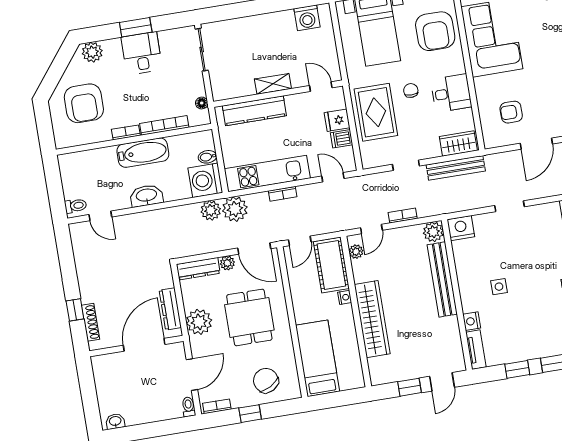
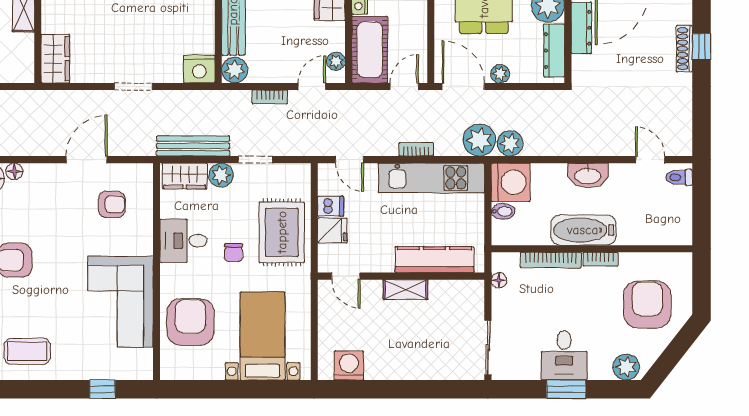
plant: (430, 149) -> (221, 175), added
dresser: (198, 269) -> (554, 51), moved, turned -90
shoe rack: (91, 322) -> (684, 49), moved

